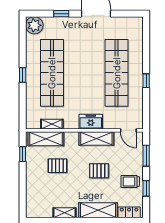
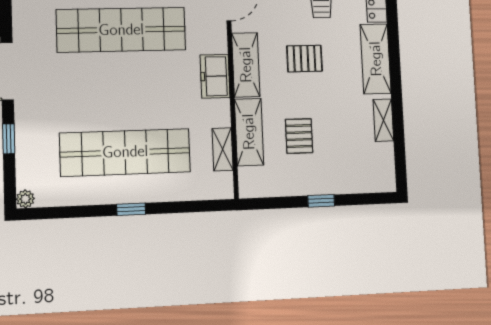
plant: (34, 25) -> (25, 199), width x0.53, depth x0.53
shelving: (46, 139) -> (249, 132), moved
window: (23, 154) -> (321, 201), moved
pallet: (99, 171) -> (305, 59), turned 90

